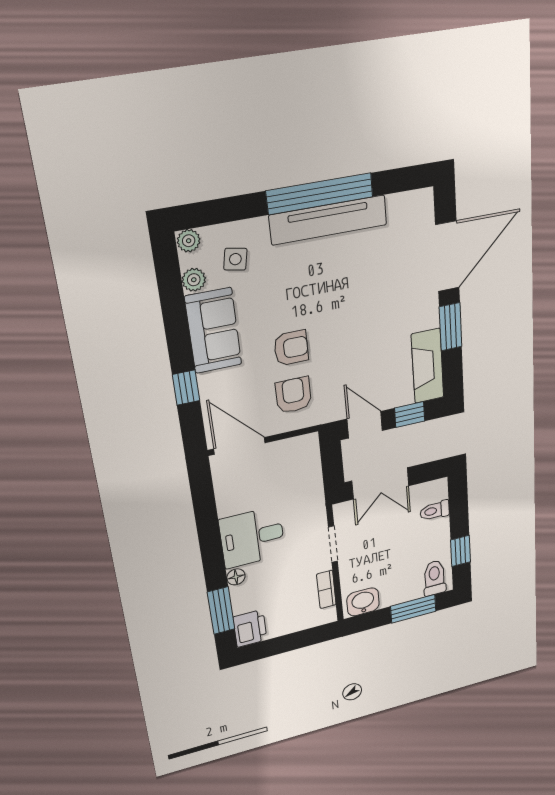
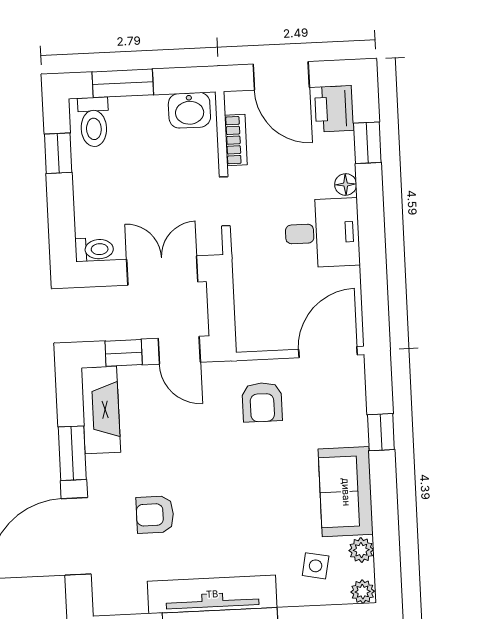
armchair: (291, 348) -> (155, 515), moved
door: (240, 446) -> (328, 352), swing flipped
toilet: (435, 511) -> (94, 249), moved
window: (221, 611) -> (367, 143), width x0.67
door: (294, 641) -> (281, 76), added

